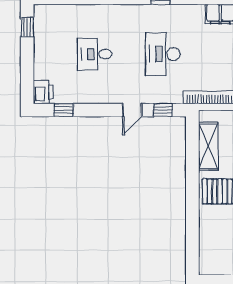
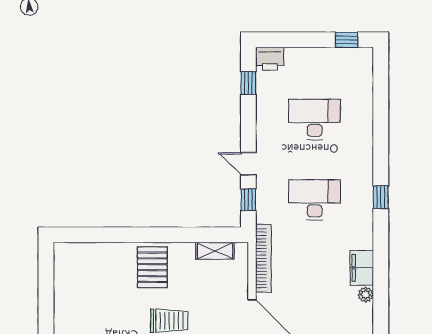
desk: (95, 54) -> (315, 119), width x1.37
shelving: (208, 146) -> (215, 251), width x0.67, depth x0.75

